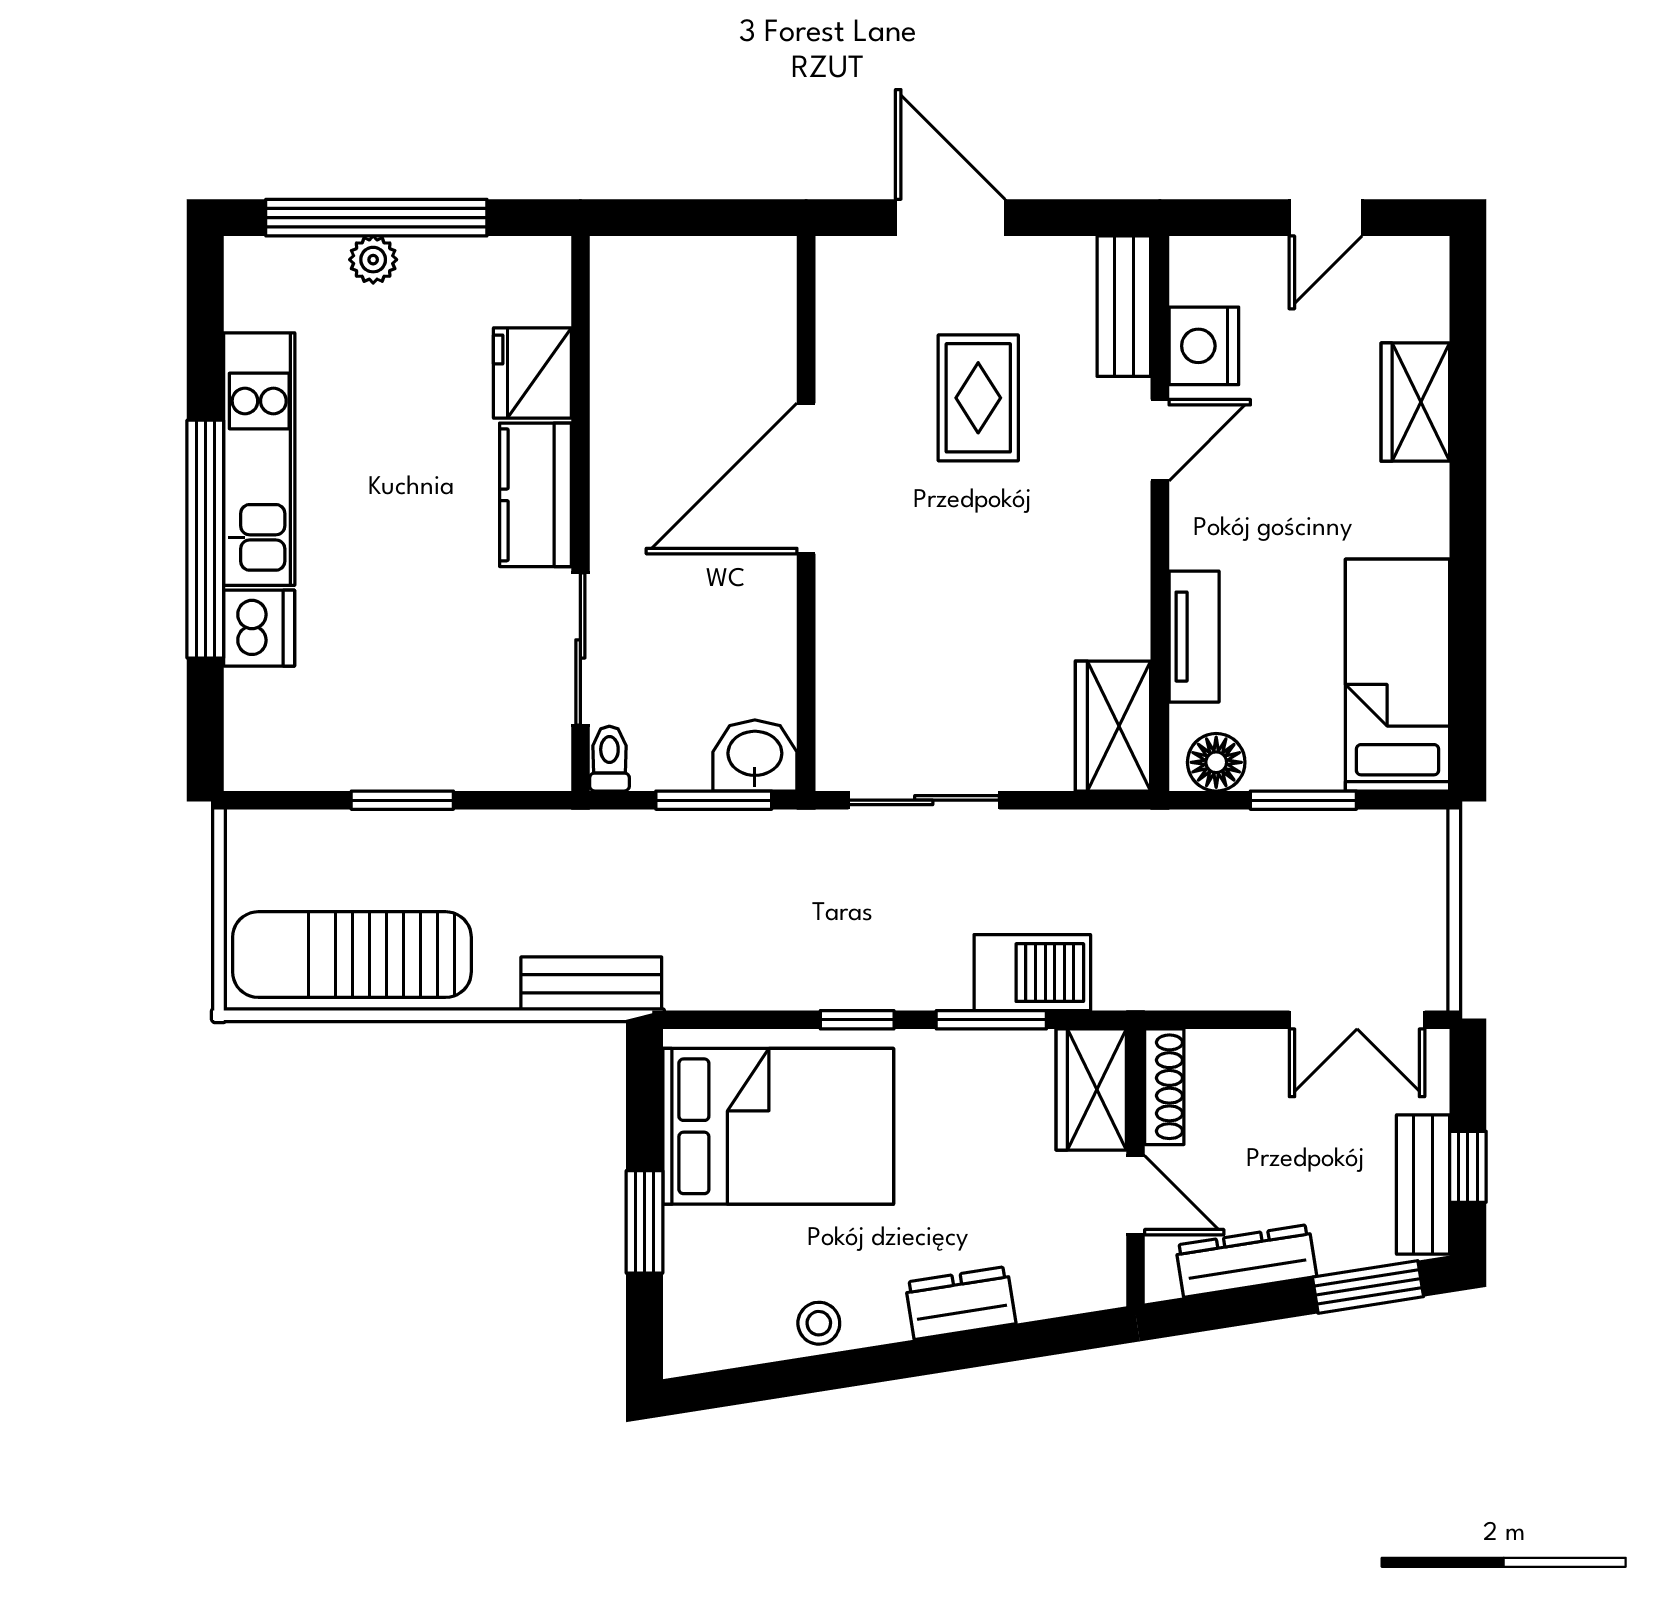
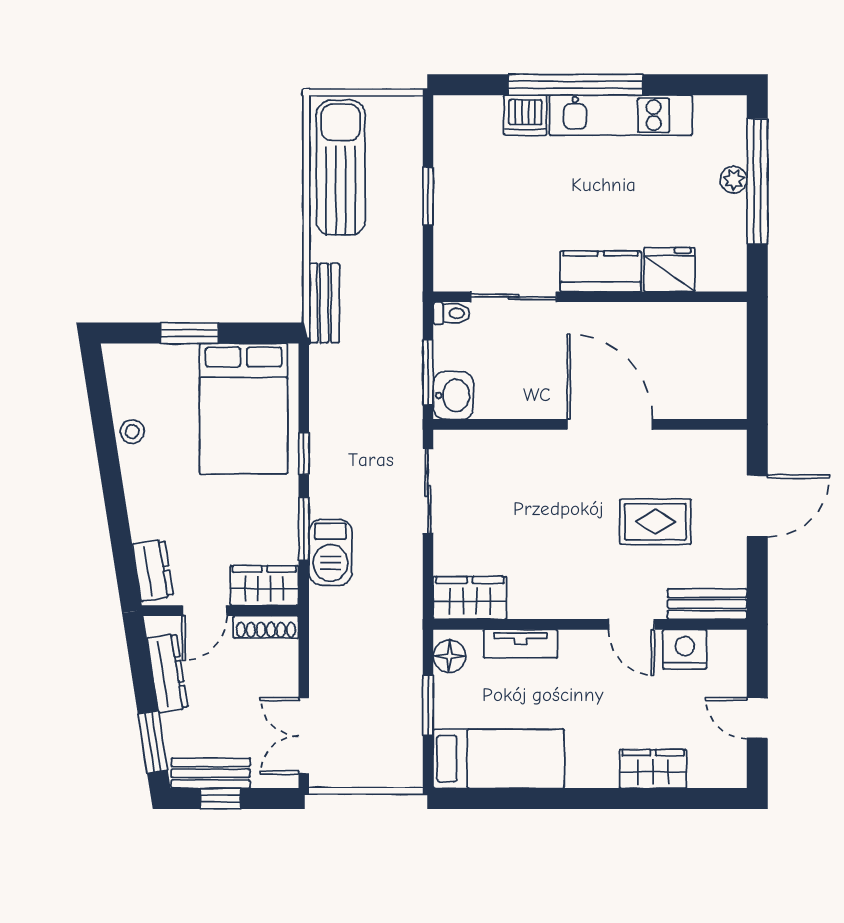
dresser: (961, 1303) -> (153, 570), moved

